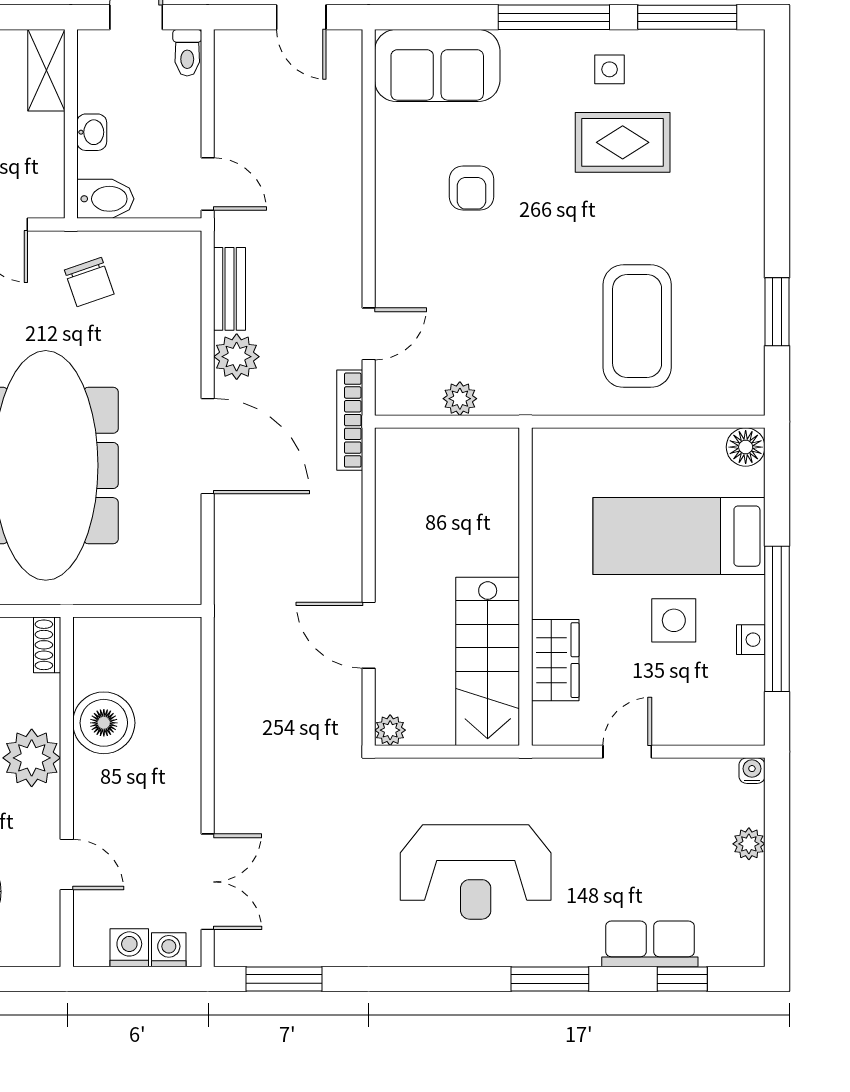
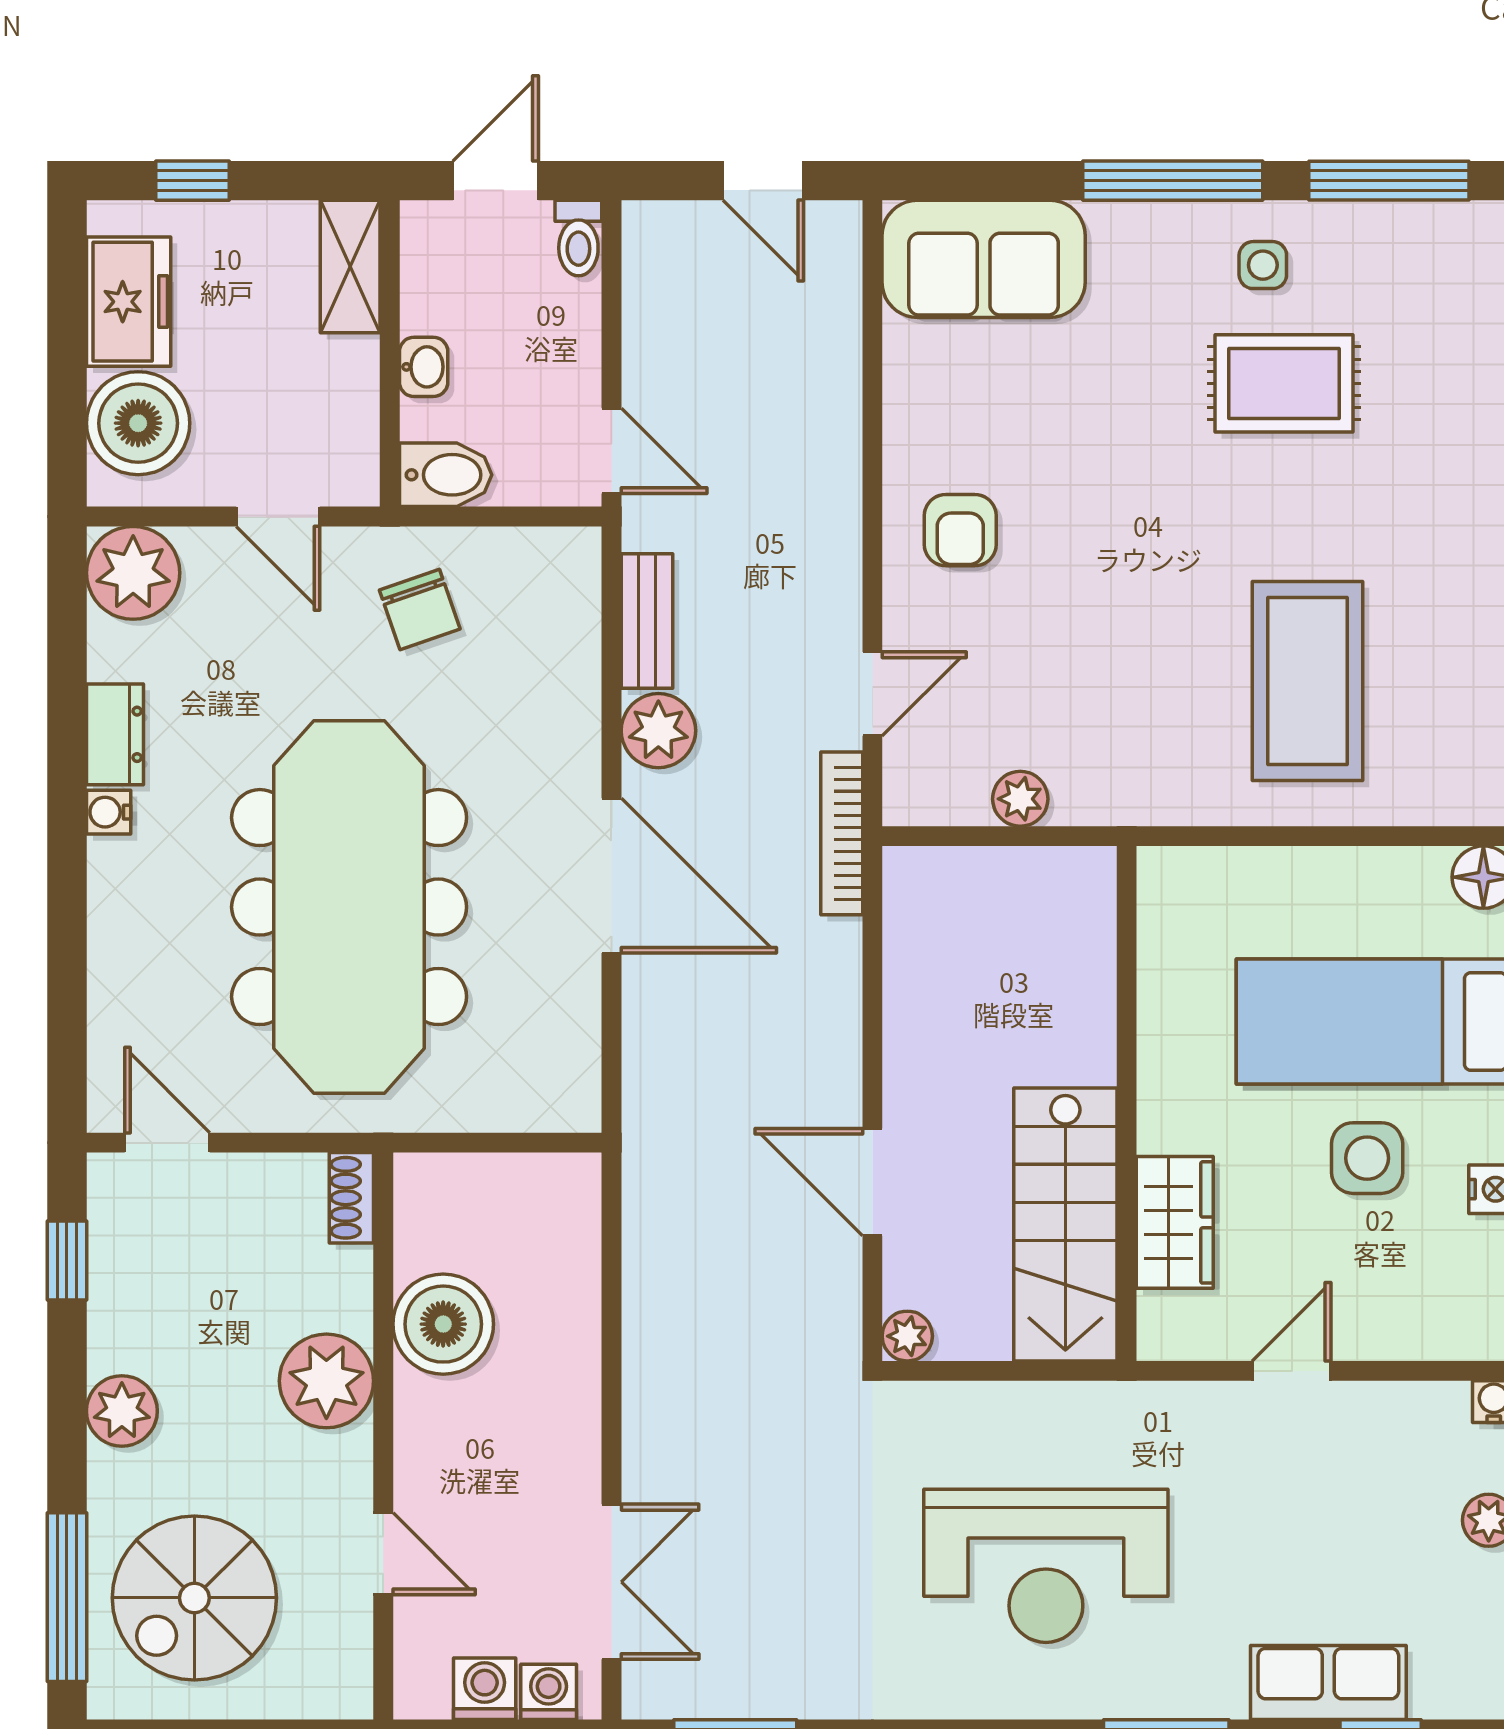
armchair: (472, 188) -> (960, 530), moved

